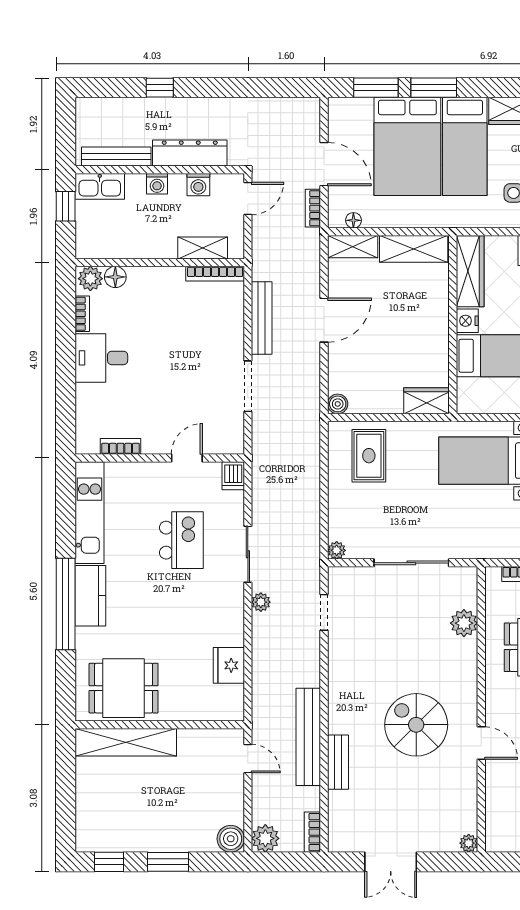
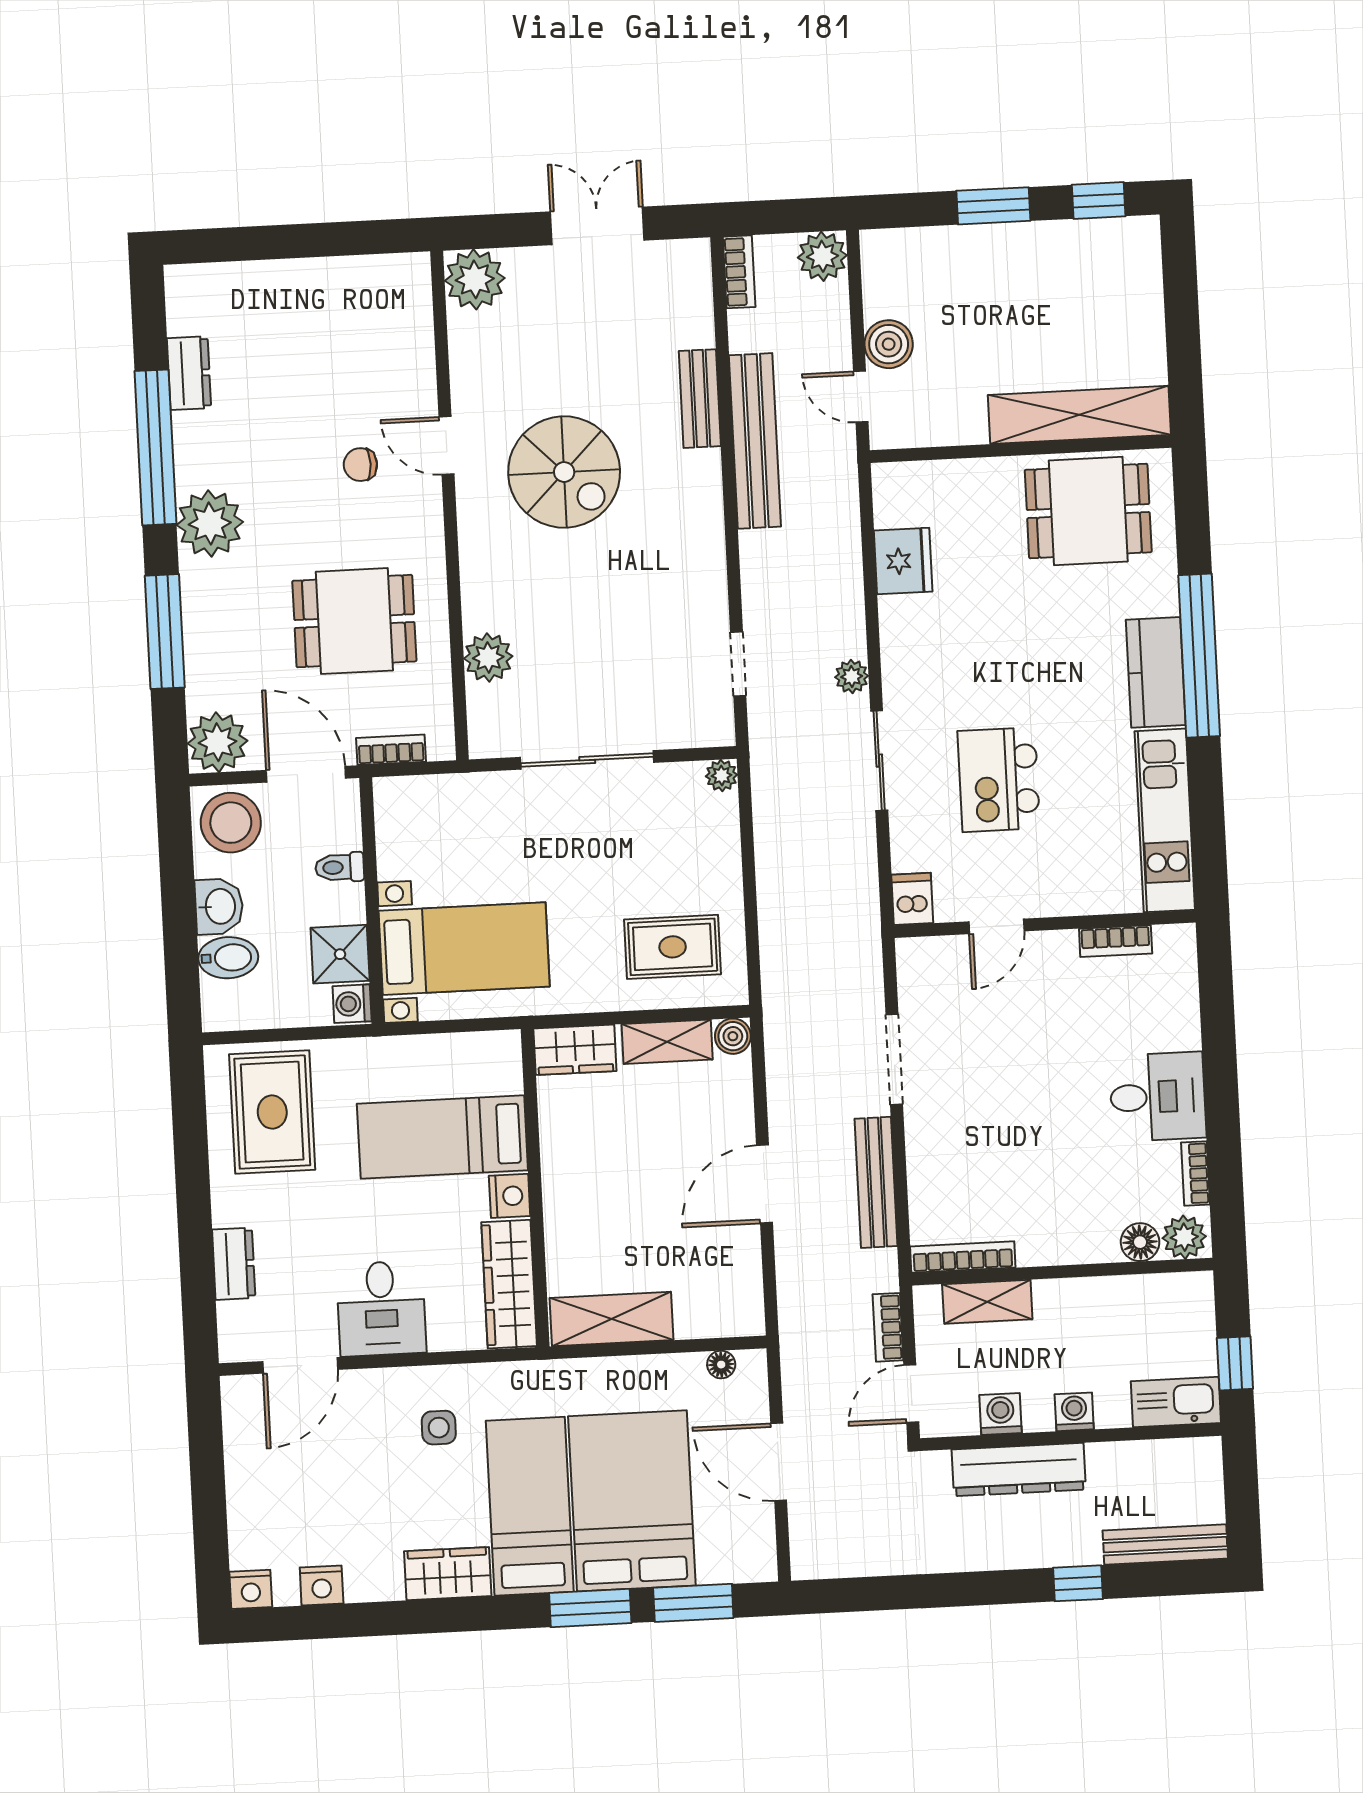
bench: (116, 156) -> (1165, 1545), moved
bookcase: (313, 208) -> (888, 1327), moved, turned 180
shelving: (353, 247) -> (667, 1042), moved
rug: (369, 456) -> (673, 947), turned 90
boiler: (231, 839) -> (889, 344), moved
plant: (469, 843) -> (475, 279), width x1.87, depth x1.87

